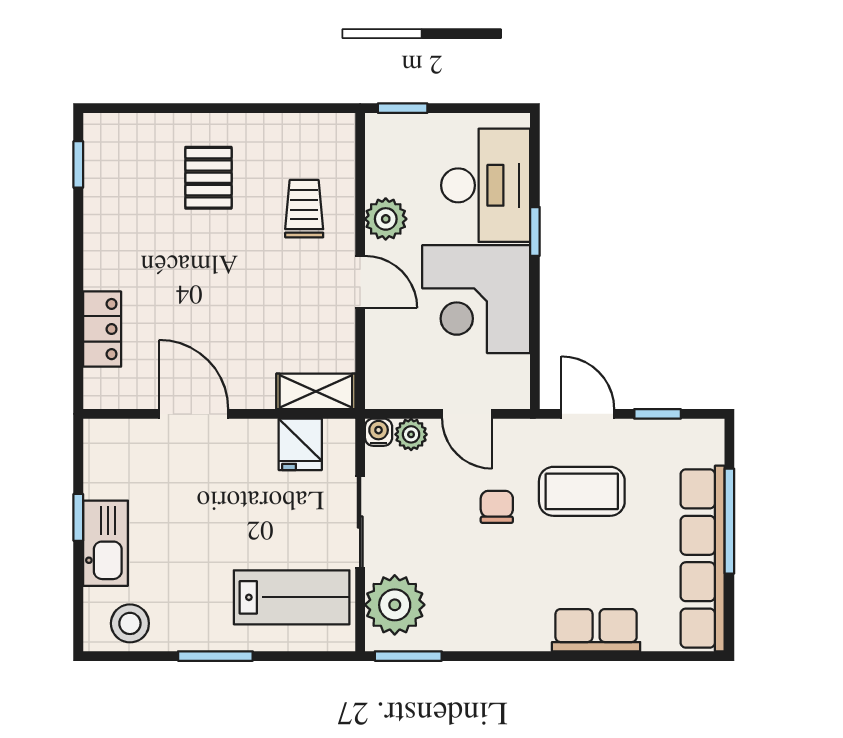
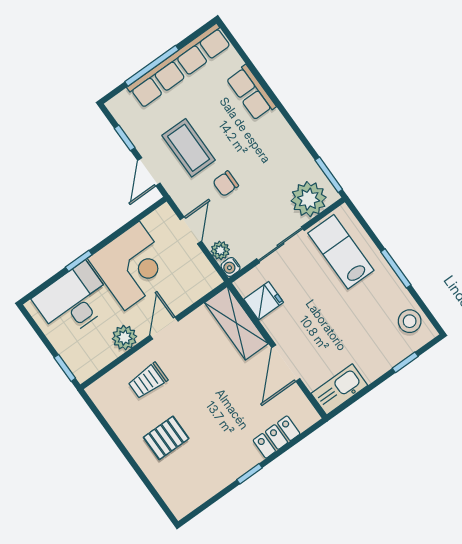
window: (78, 164) -> (250, 474), moved
shelving: (316, 391) -> (236, 323), width x1.50, depth x1.33
window: (78, 517) -> (405, 362), moved
kitchen sink: (105, 543) -> (339, 389), moved

